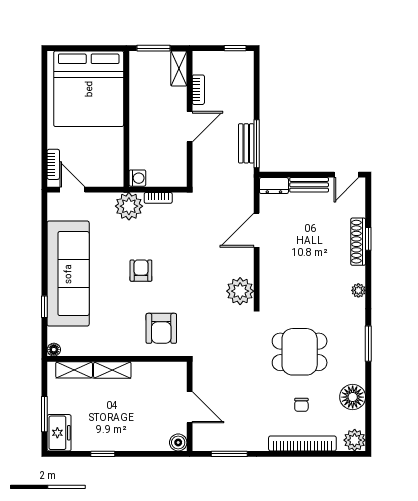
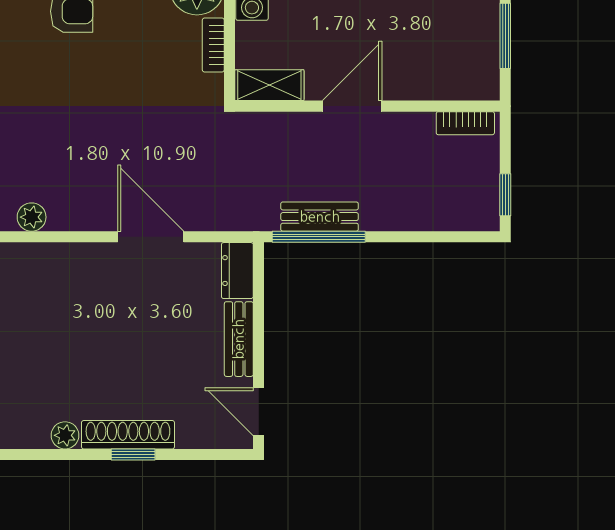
shelving: (179, 69) -> (269, 85), moved
bookcase: (198, 90) -> (465, 123), moved
door: (190, 127) -> (352, 106), swing flipped
plant: (358, 290) -> (65, 435), moved
plant: (240, 291) -> (32, 217), width x0.53, depth x0.53

